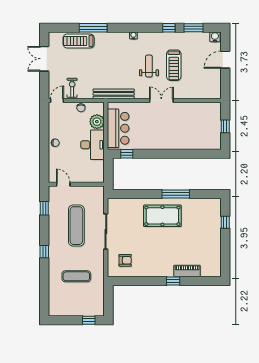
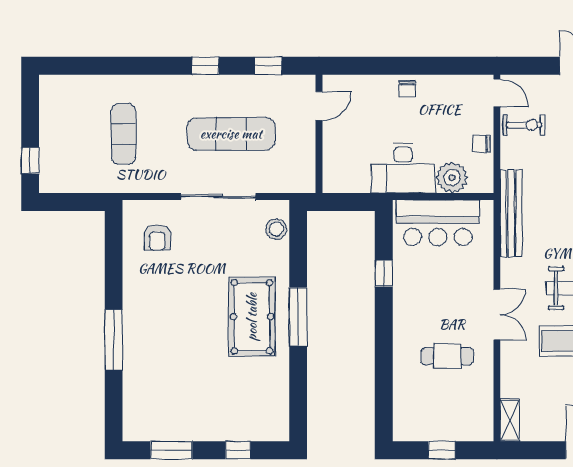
shelving: (211, 94) -> (510, 420), added
cafe table: (181, 124) -> (447, 356), added
window: (127, 154) -> (384, 273), moved
window: (176, 194) -> (298, 317), moved
stool: (121, 204) -> (276, 229), added
window: (44, 252) -> (205, 66), moved
window: (225, 254) -> (171, 450), added
piano: (187, 271) -> (135, 369), removed
window: (173, 281) -> (114, 340), width x2.17

